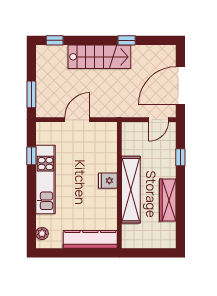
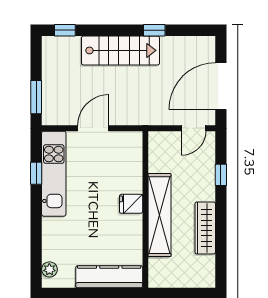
kitchen unit: (46, 179) -> (54, 174), moved

